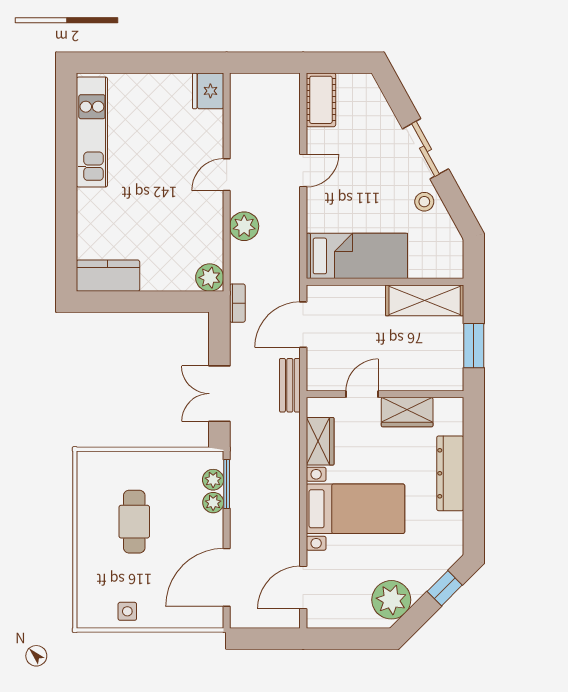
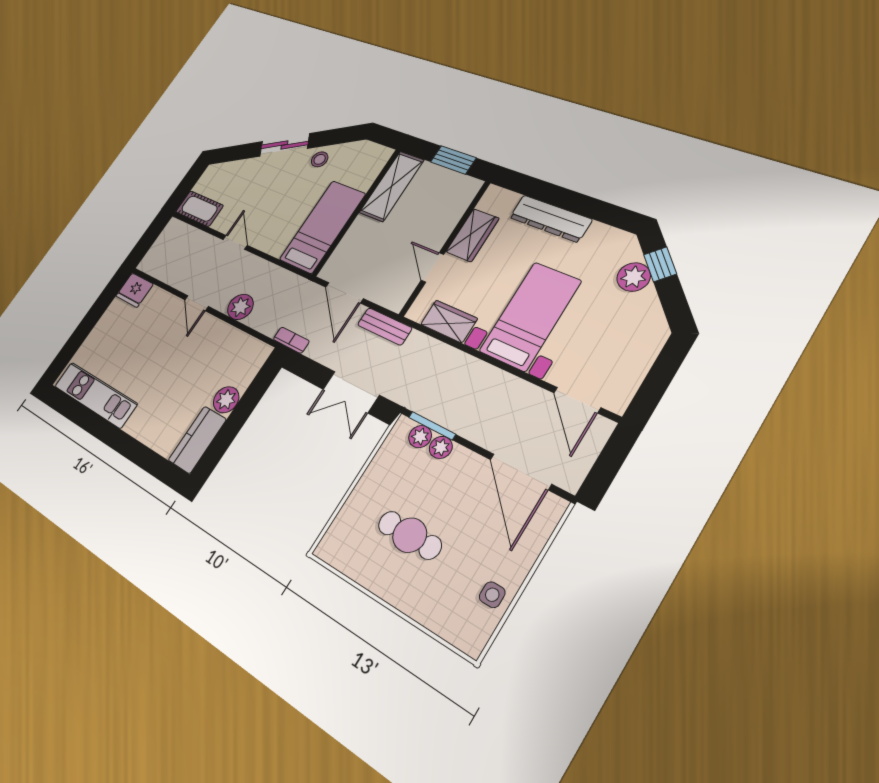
plant: (210, 278) -> (226, 400), moved
plant: (391, 600) -> (634, 277), moved, width x0.73, depth x0.73

